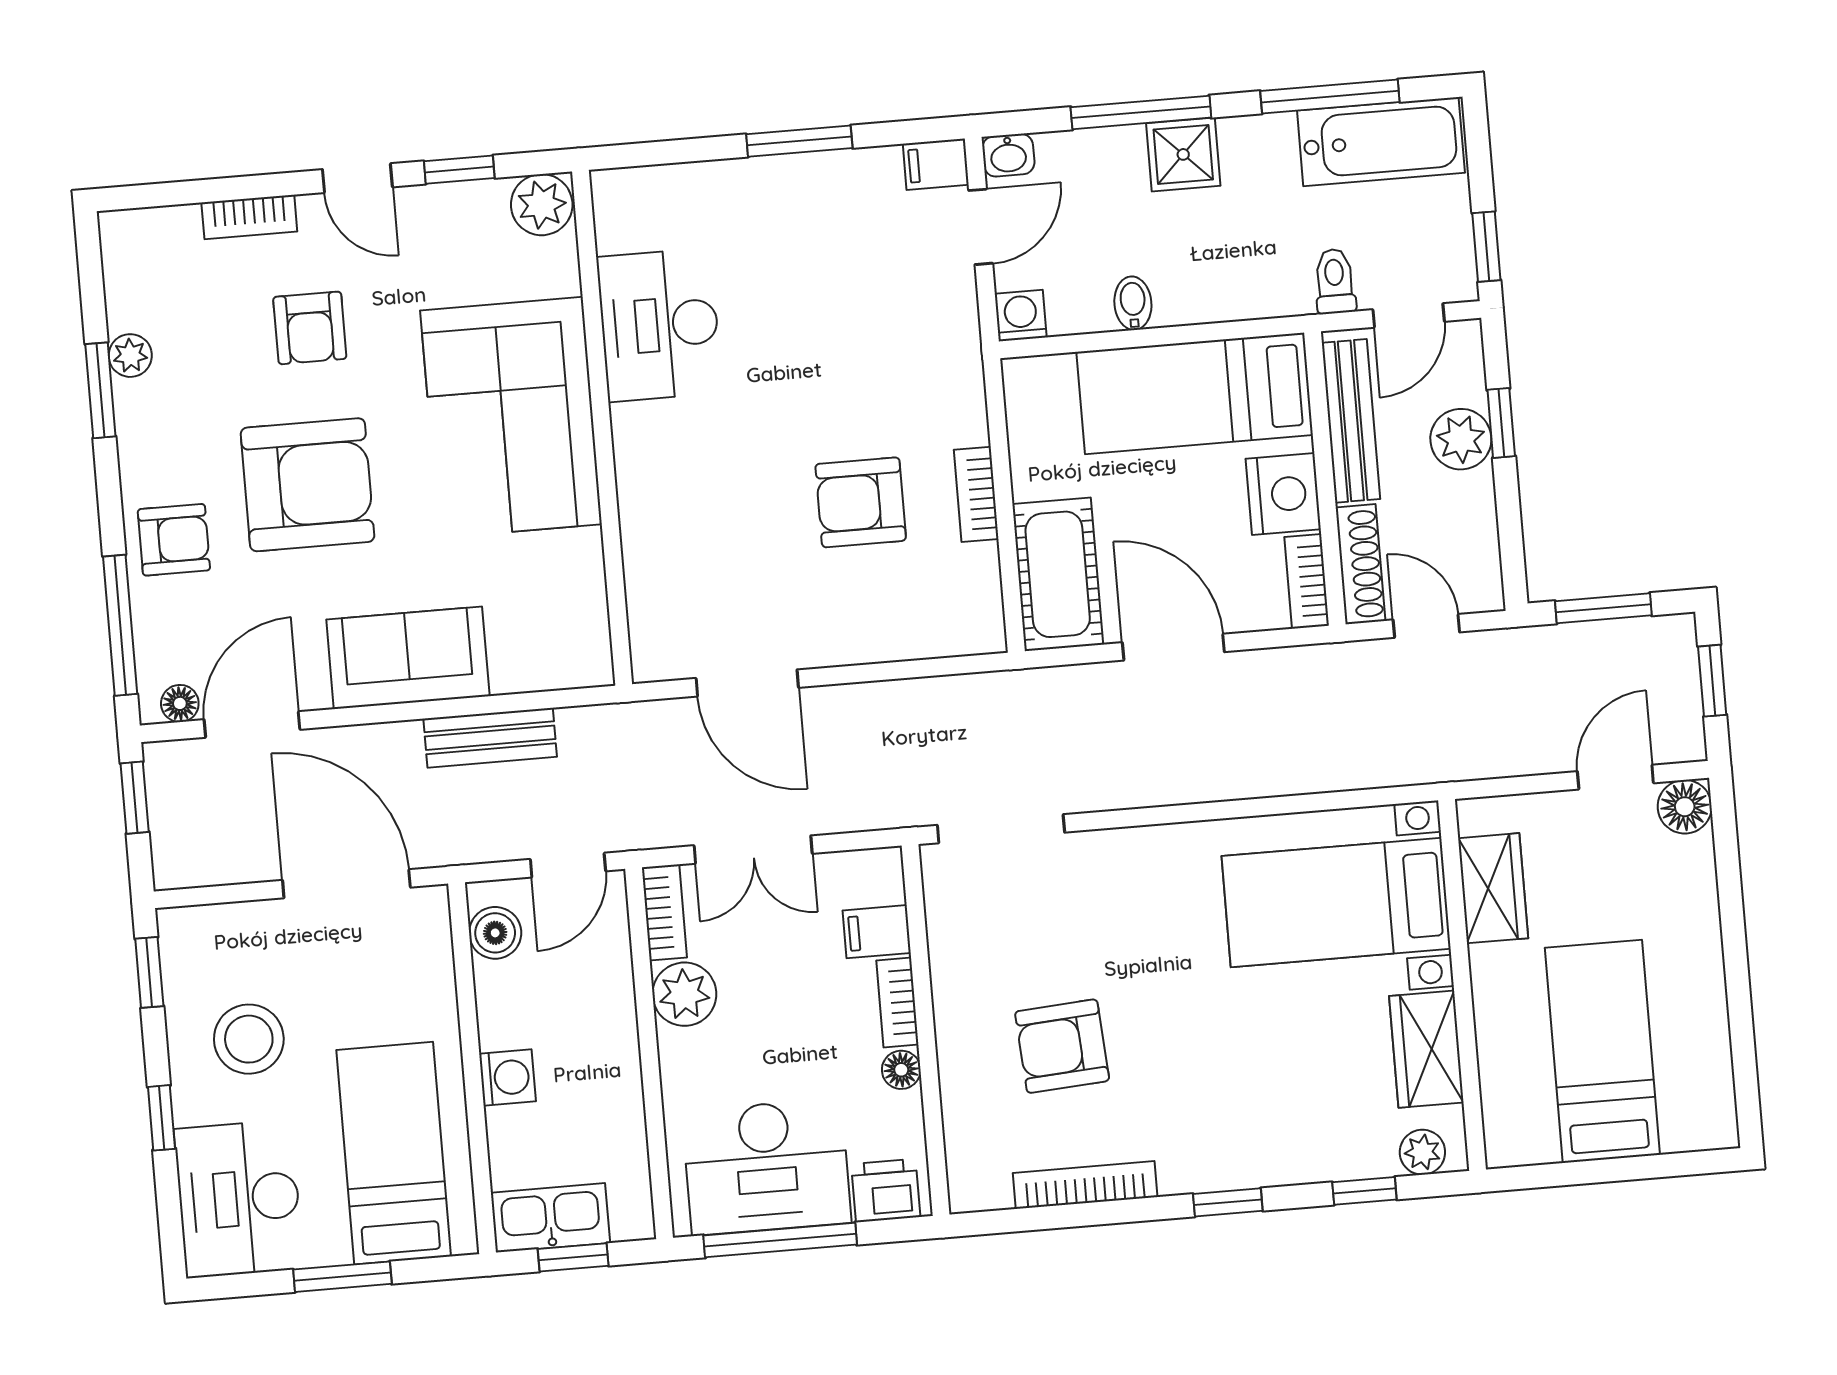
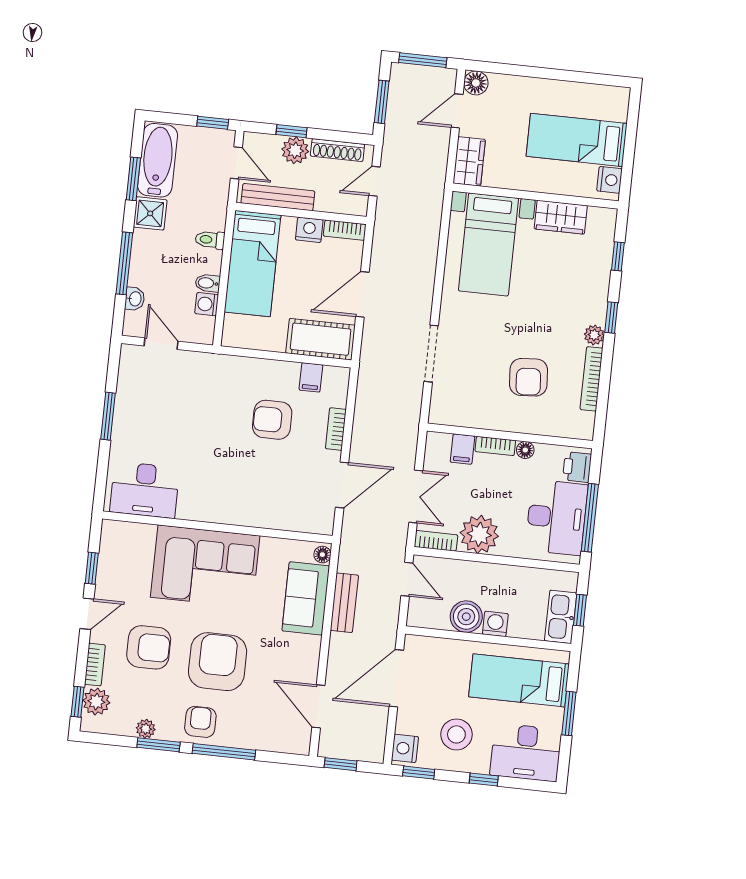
window: (1330, 97) -> (133, 179), width x0.69
shower: (1183, 154) -> (150, 213), moved
washbasin: (1008, 155) -> (135, 299), moved
filing cabinet: (936, 164) -> (311, 377), moved
window: (161, 195) -> (77, 702), added
plant: (542, 205) -> (96, 702), moved
toilet: (1335, 281) -> (210, 240), moved
washing machine: (1021, 316) -> (207, 304), moved
desk: (659, 325) -> (145, 490), moved
armchair: (310, 328) -> (149, 647), width x1.38, depth x1.38
bookcase: (976, 494) -> (336, 429), moved, turned 90
nightstand: (1283, 494) -> (309, 230), width x0.74, depth x0.75
armchair: (861, 502) -> (272, 420), turned 90
armchair: (174, 540) -> (200, 722), moved
shoe rack: (1360, 564) -> (337, 150), moved, turned 180
window: (120, 625) -> (224, 752), moved
sofa: (408, 658) -> (306, 598), moved
window: (1712, 681) -> (423, 60), width x1.50
floor lamp: (180, 703) -> (322, 555), moved
door: (1615, 777) -> (457, 111), hinge flipped
doorway: (1001, 829) -> (431, 354), moved
wardrobe: (1493, 888) -> (469, 161), moved, turned 90
nightstand: (197, 932) -> (405, 748), added
boiler: (495, 933) -> (466, 617), moved, width x1.36, depth x1.36
plant: (684, 994) -> (479, 534), width x1.36, depth x1.36
nightstand: (1529, 1140) -> (609, 180), added
plant: (1422, 1152) -> (594, 335), moved

